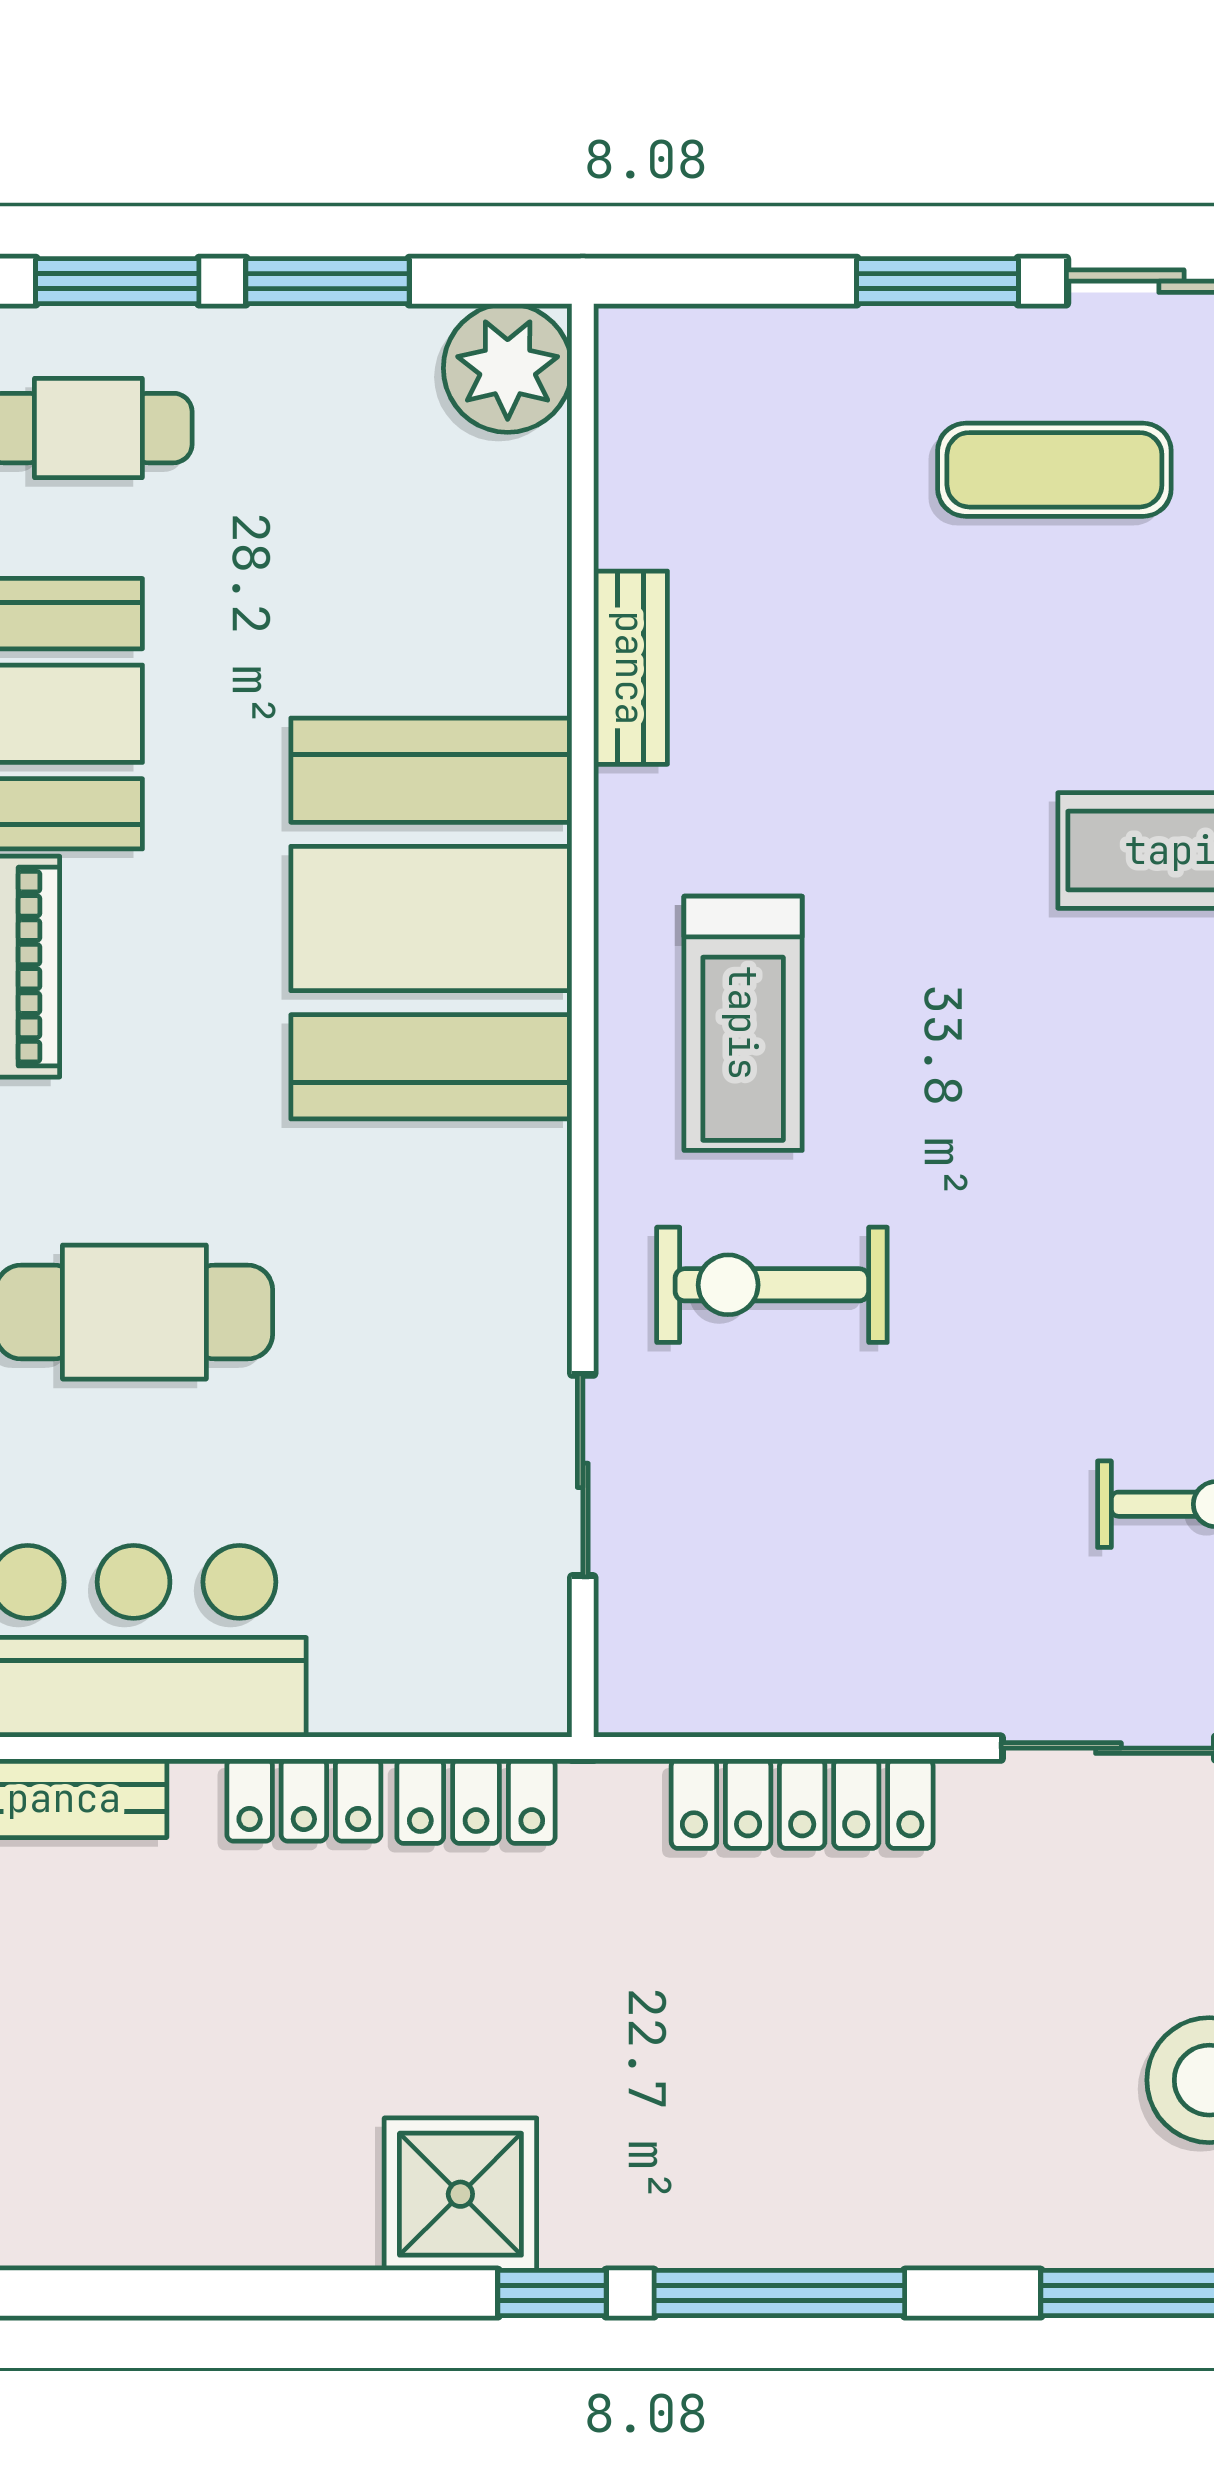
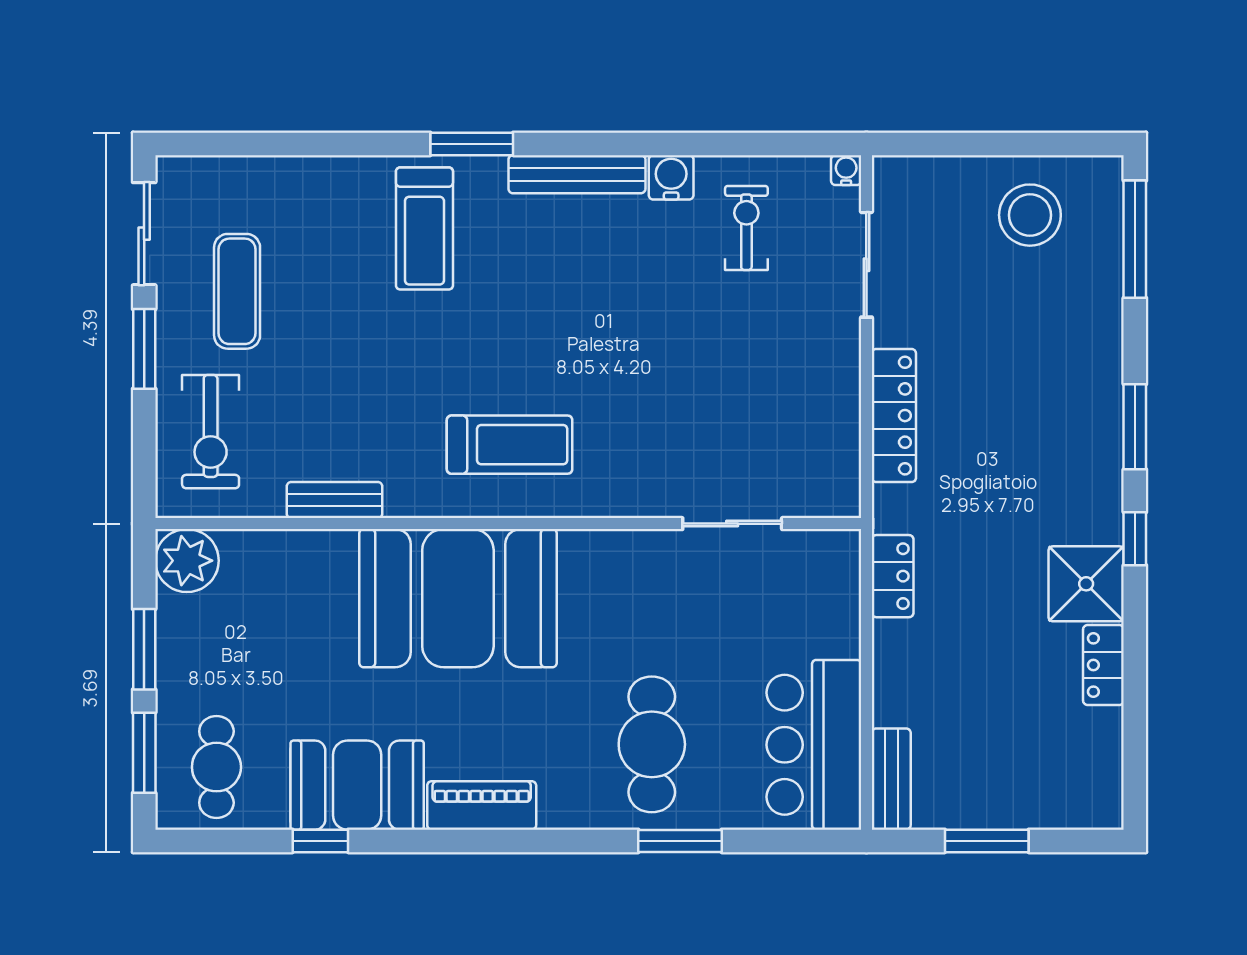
exercise bike: (772, 1285) -> (211, 432), moved
locker: (304, 1800) -> (1103, 665), moved, turned 180
window: (779, 2293) -> (1135, 427), width x0.69

